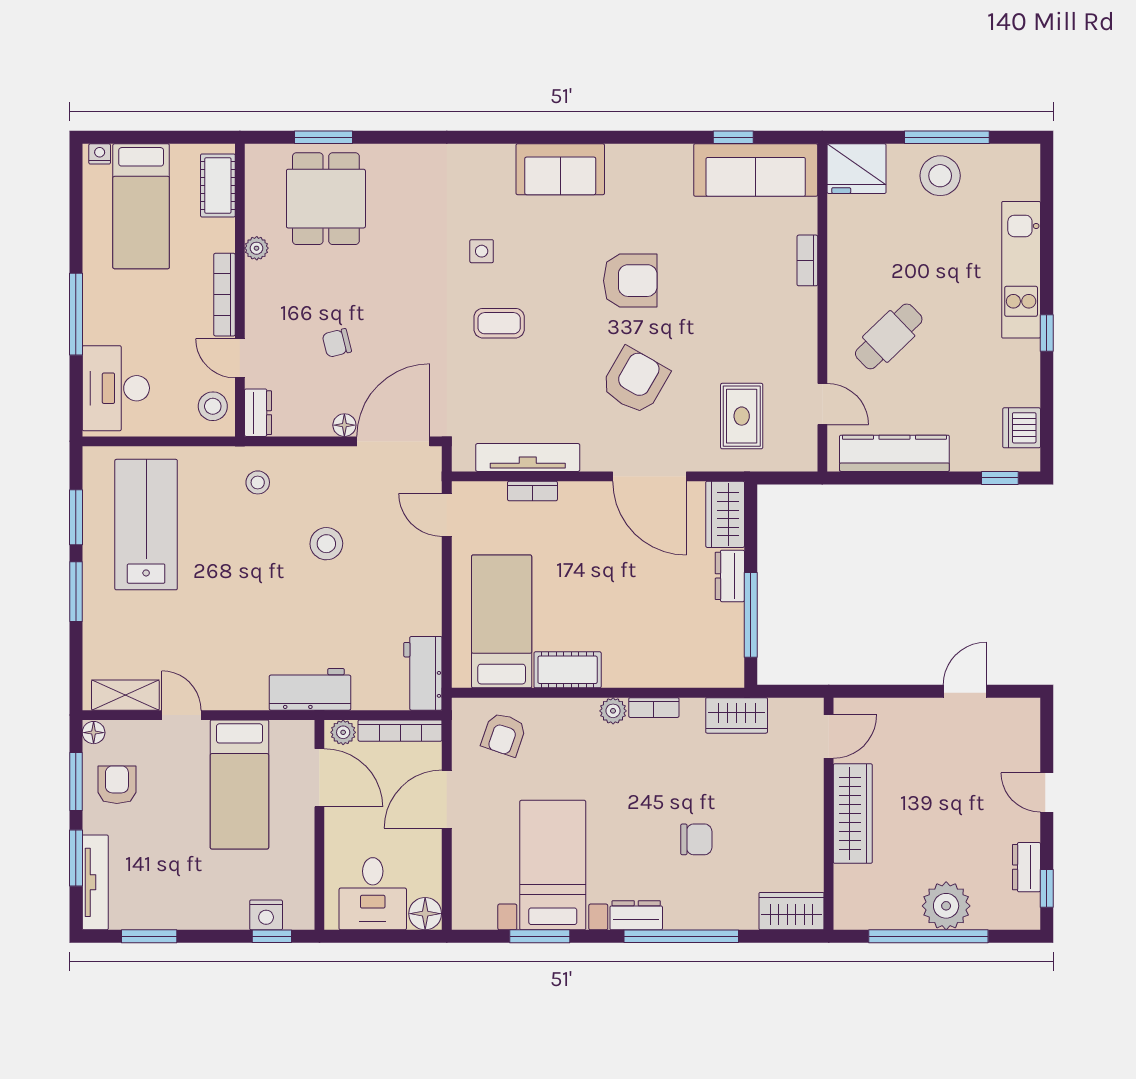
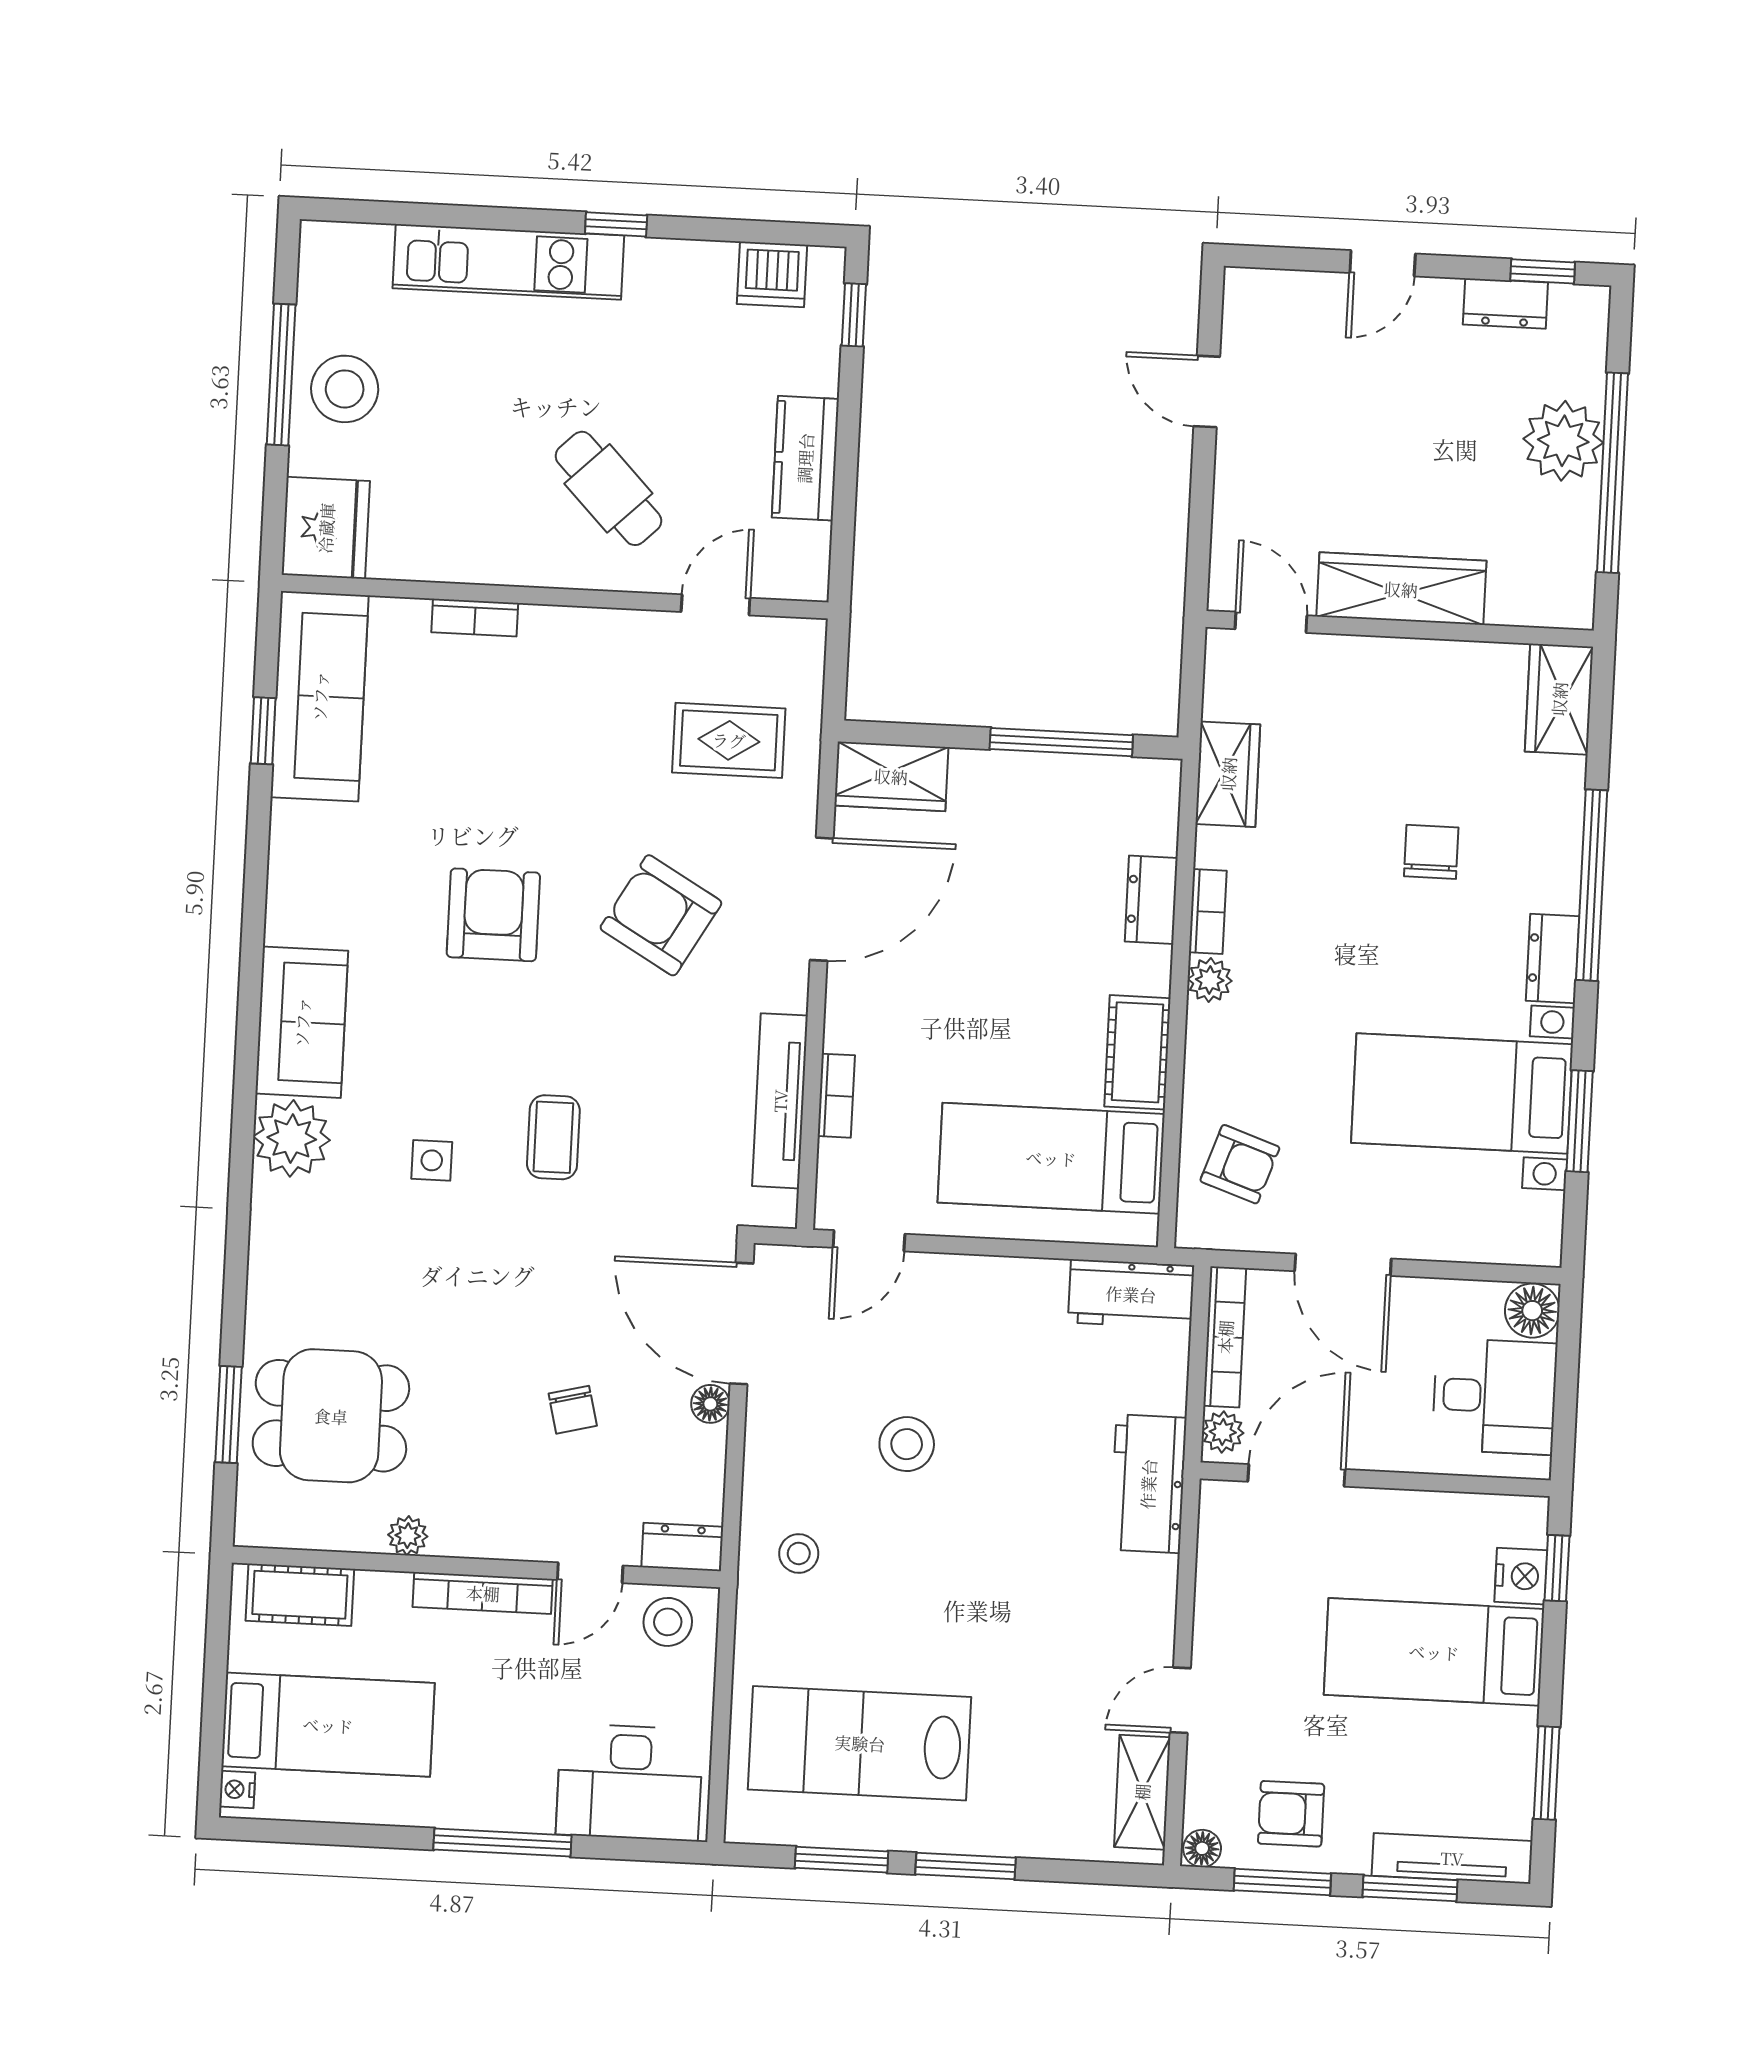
plant: (490, 167) -> (292, 1138), added
kitchen counter: (894, 453) -> (805, 458), width x0.67
dresser: (730, 576) -> (1151, 900), moved, turned 90
bed: (239, 784) -> (1434, 1652), moved, turned 180

